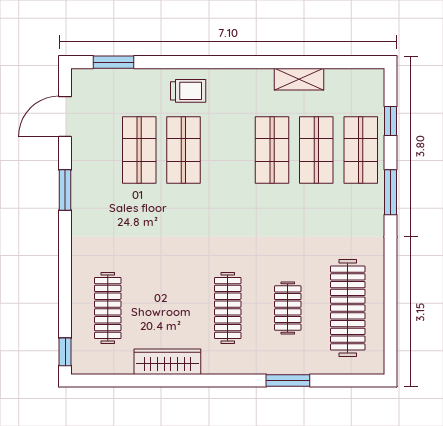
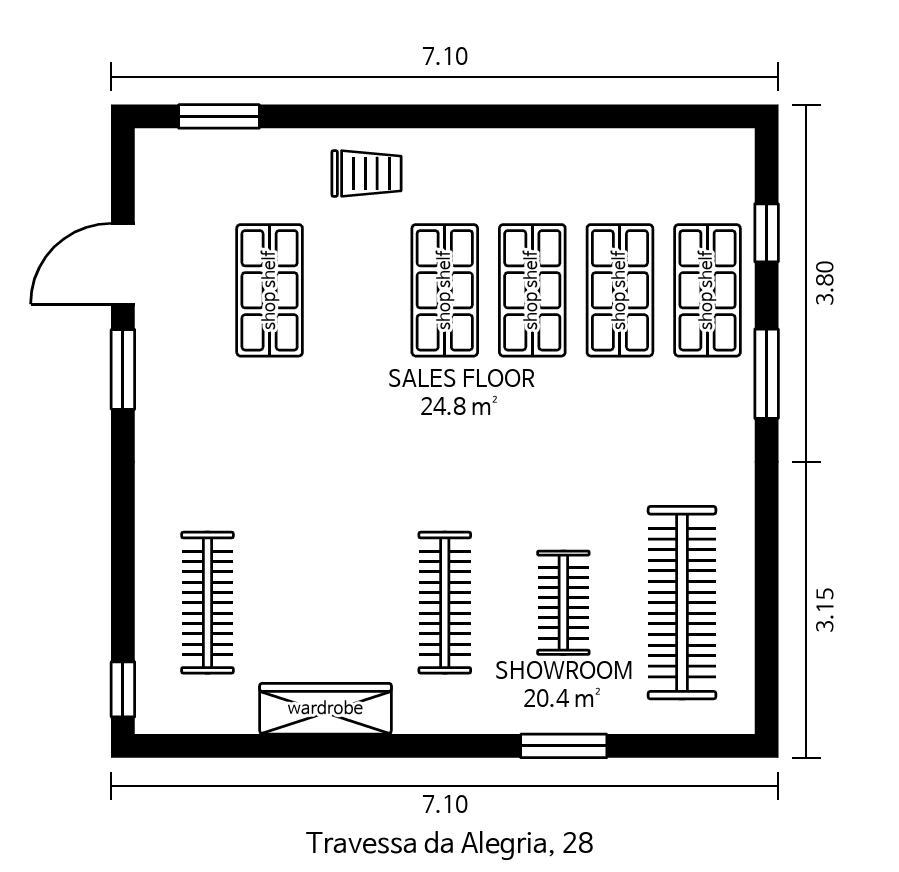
shelving: (299, 79) -> (586, 150), removed
door: (65, 117) -> (123, 264), moved
shop shelf: (183, 150) -> (445, 290), moved

